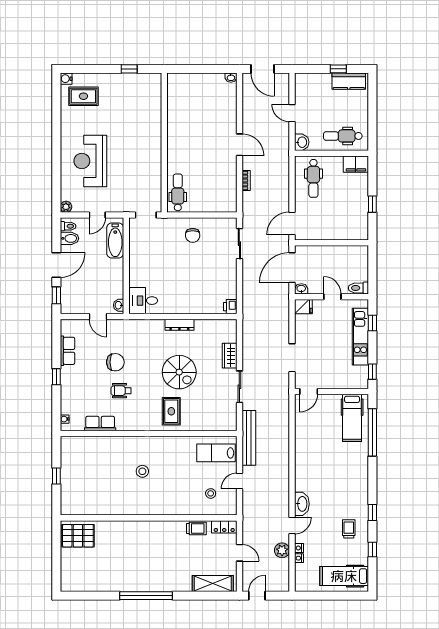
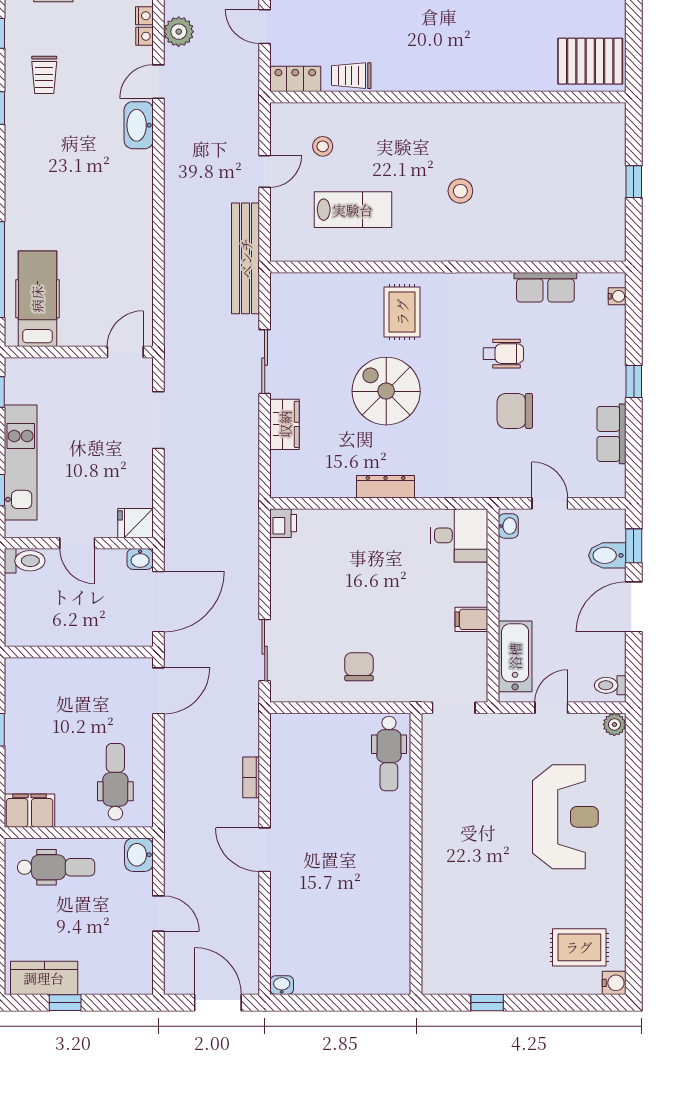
bidet: (70, 238) -> (607, 555), moved
filing cabinet: (137, 259) -> (471, 619), added
lab bench: (216, 453) -> (353, 210), moved

